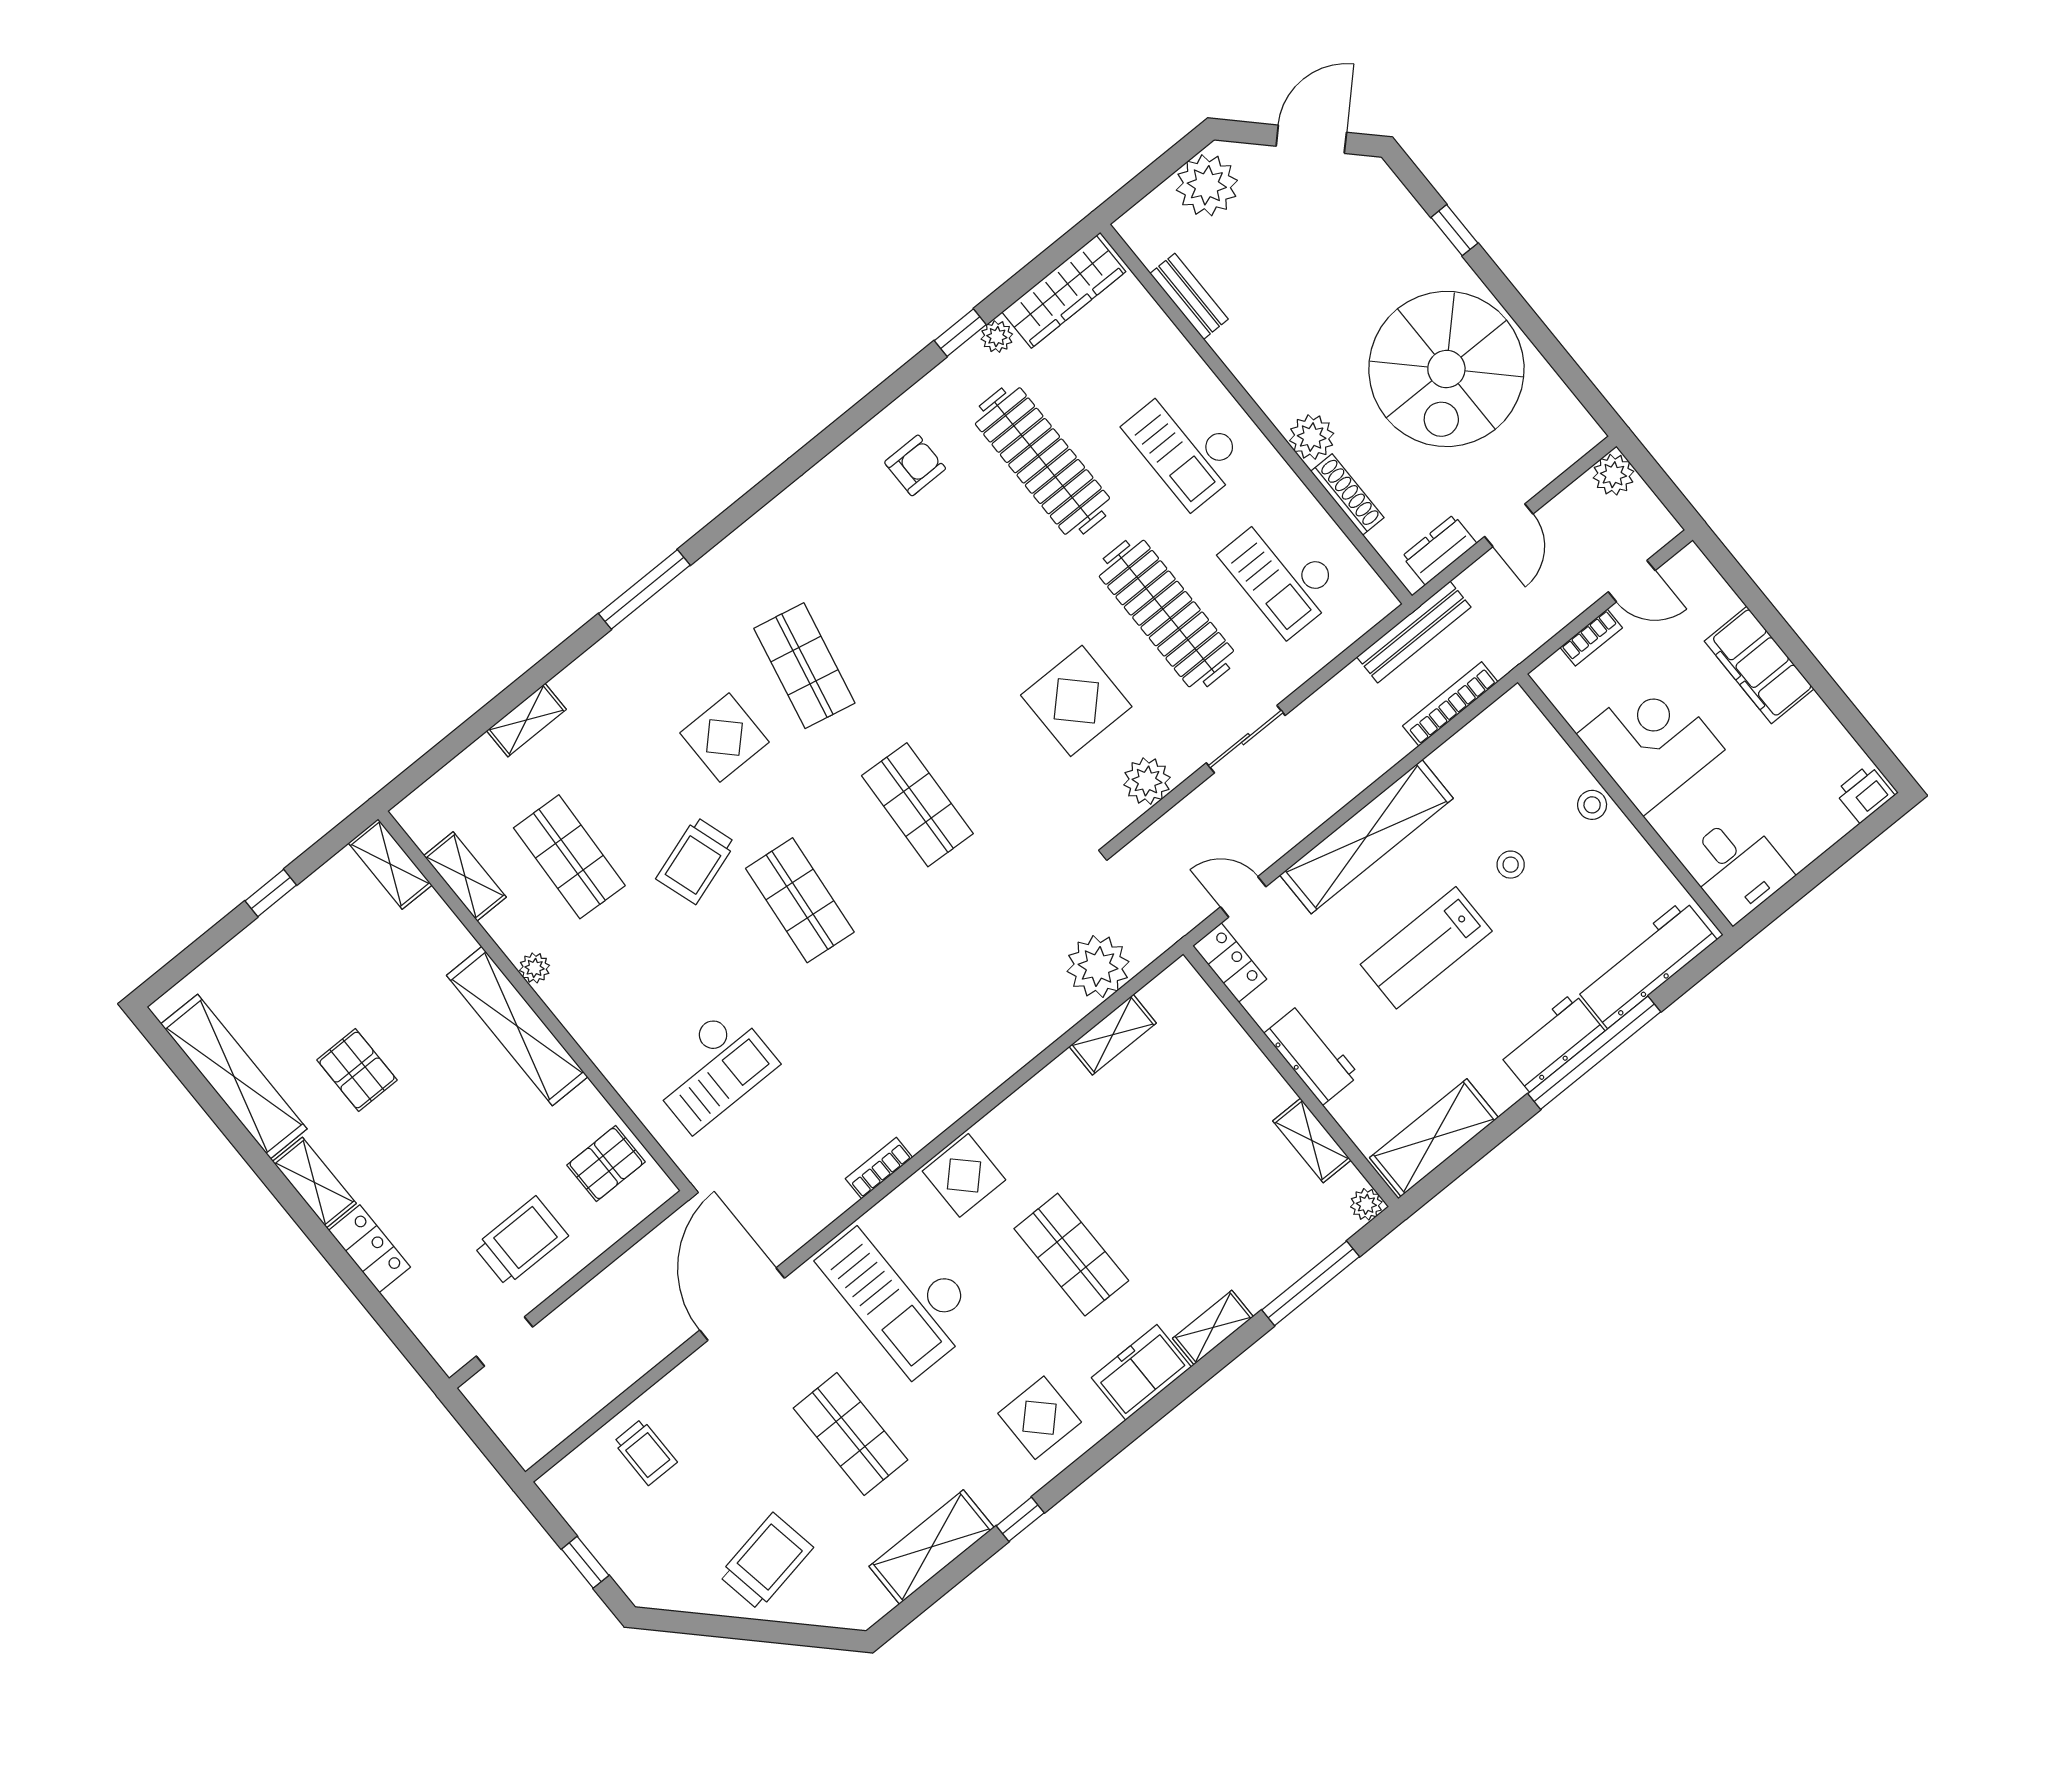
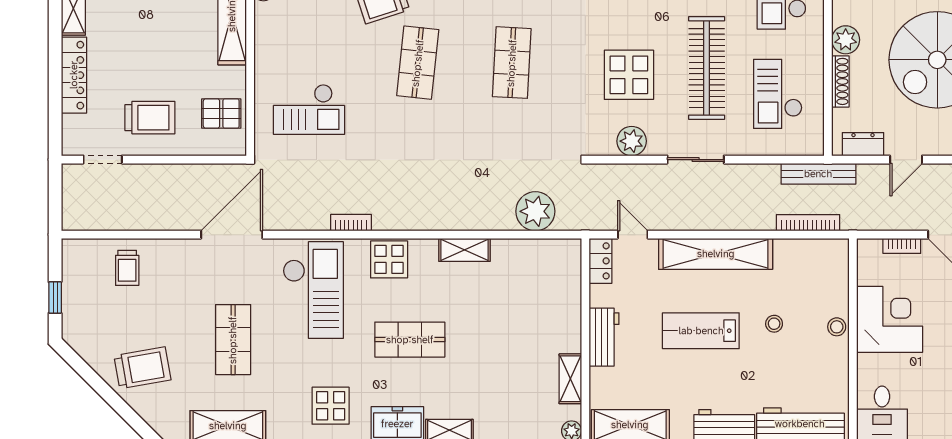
shelving: (1113, 1035) -> (464, 250), moved
locker: (370, 1249) -> (74, 75), width x1.53
shop shelf: (1071, 1255) -> (410, 340), turned 90
checkout: (900, 1291) -> (313, 290), turned 180

